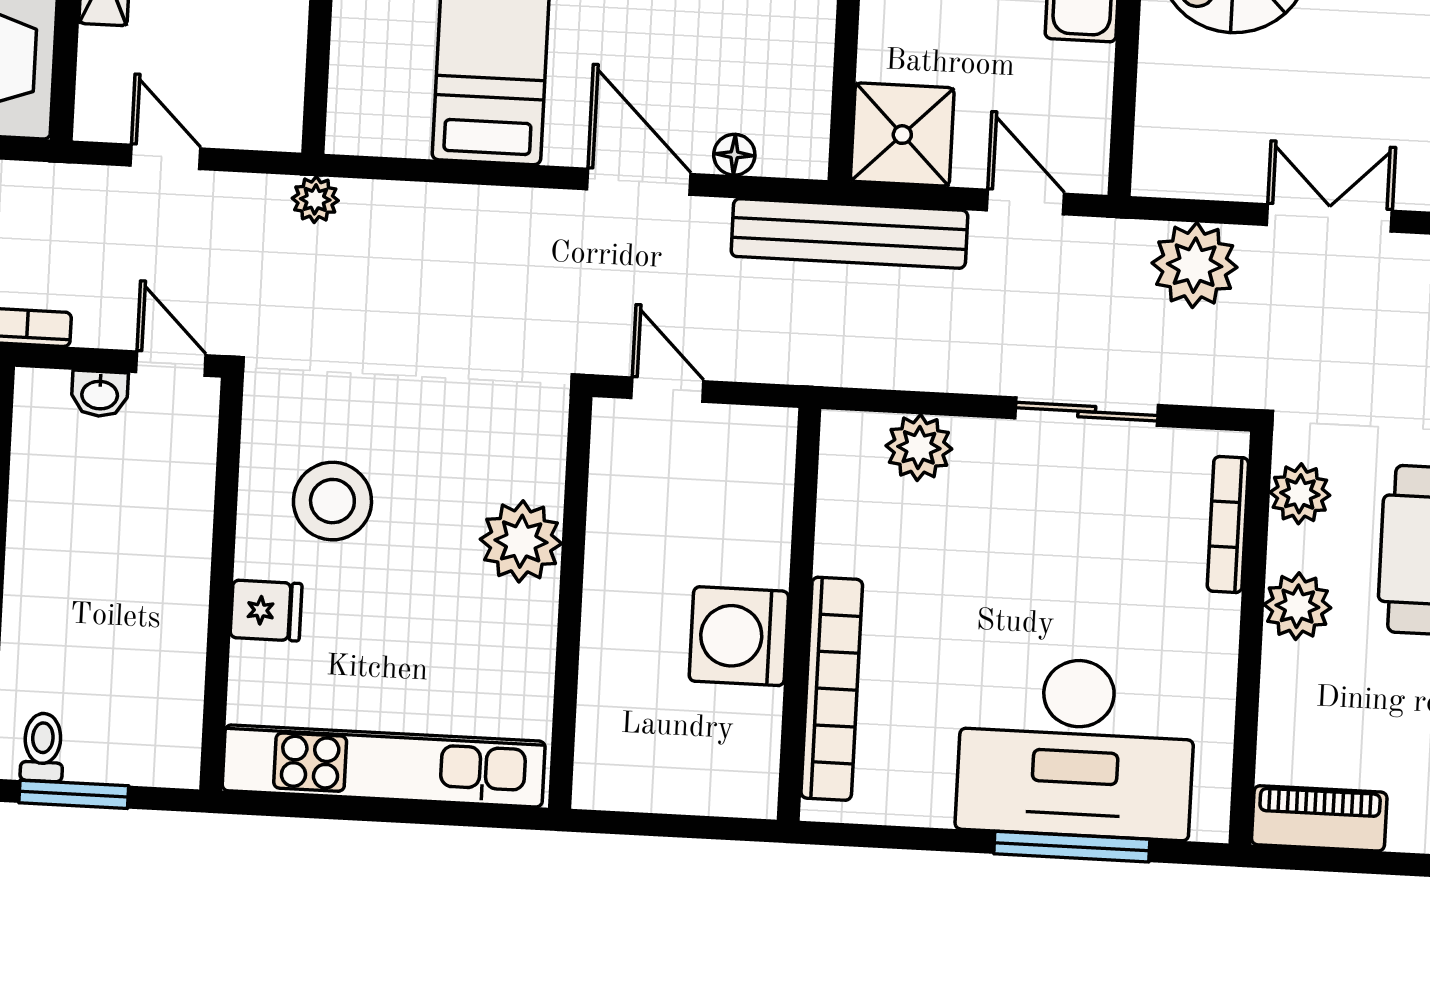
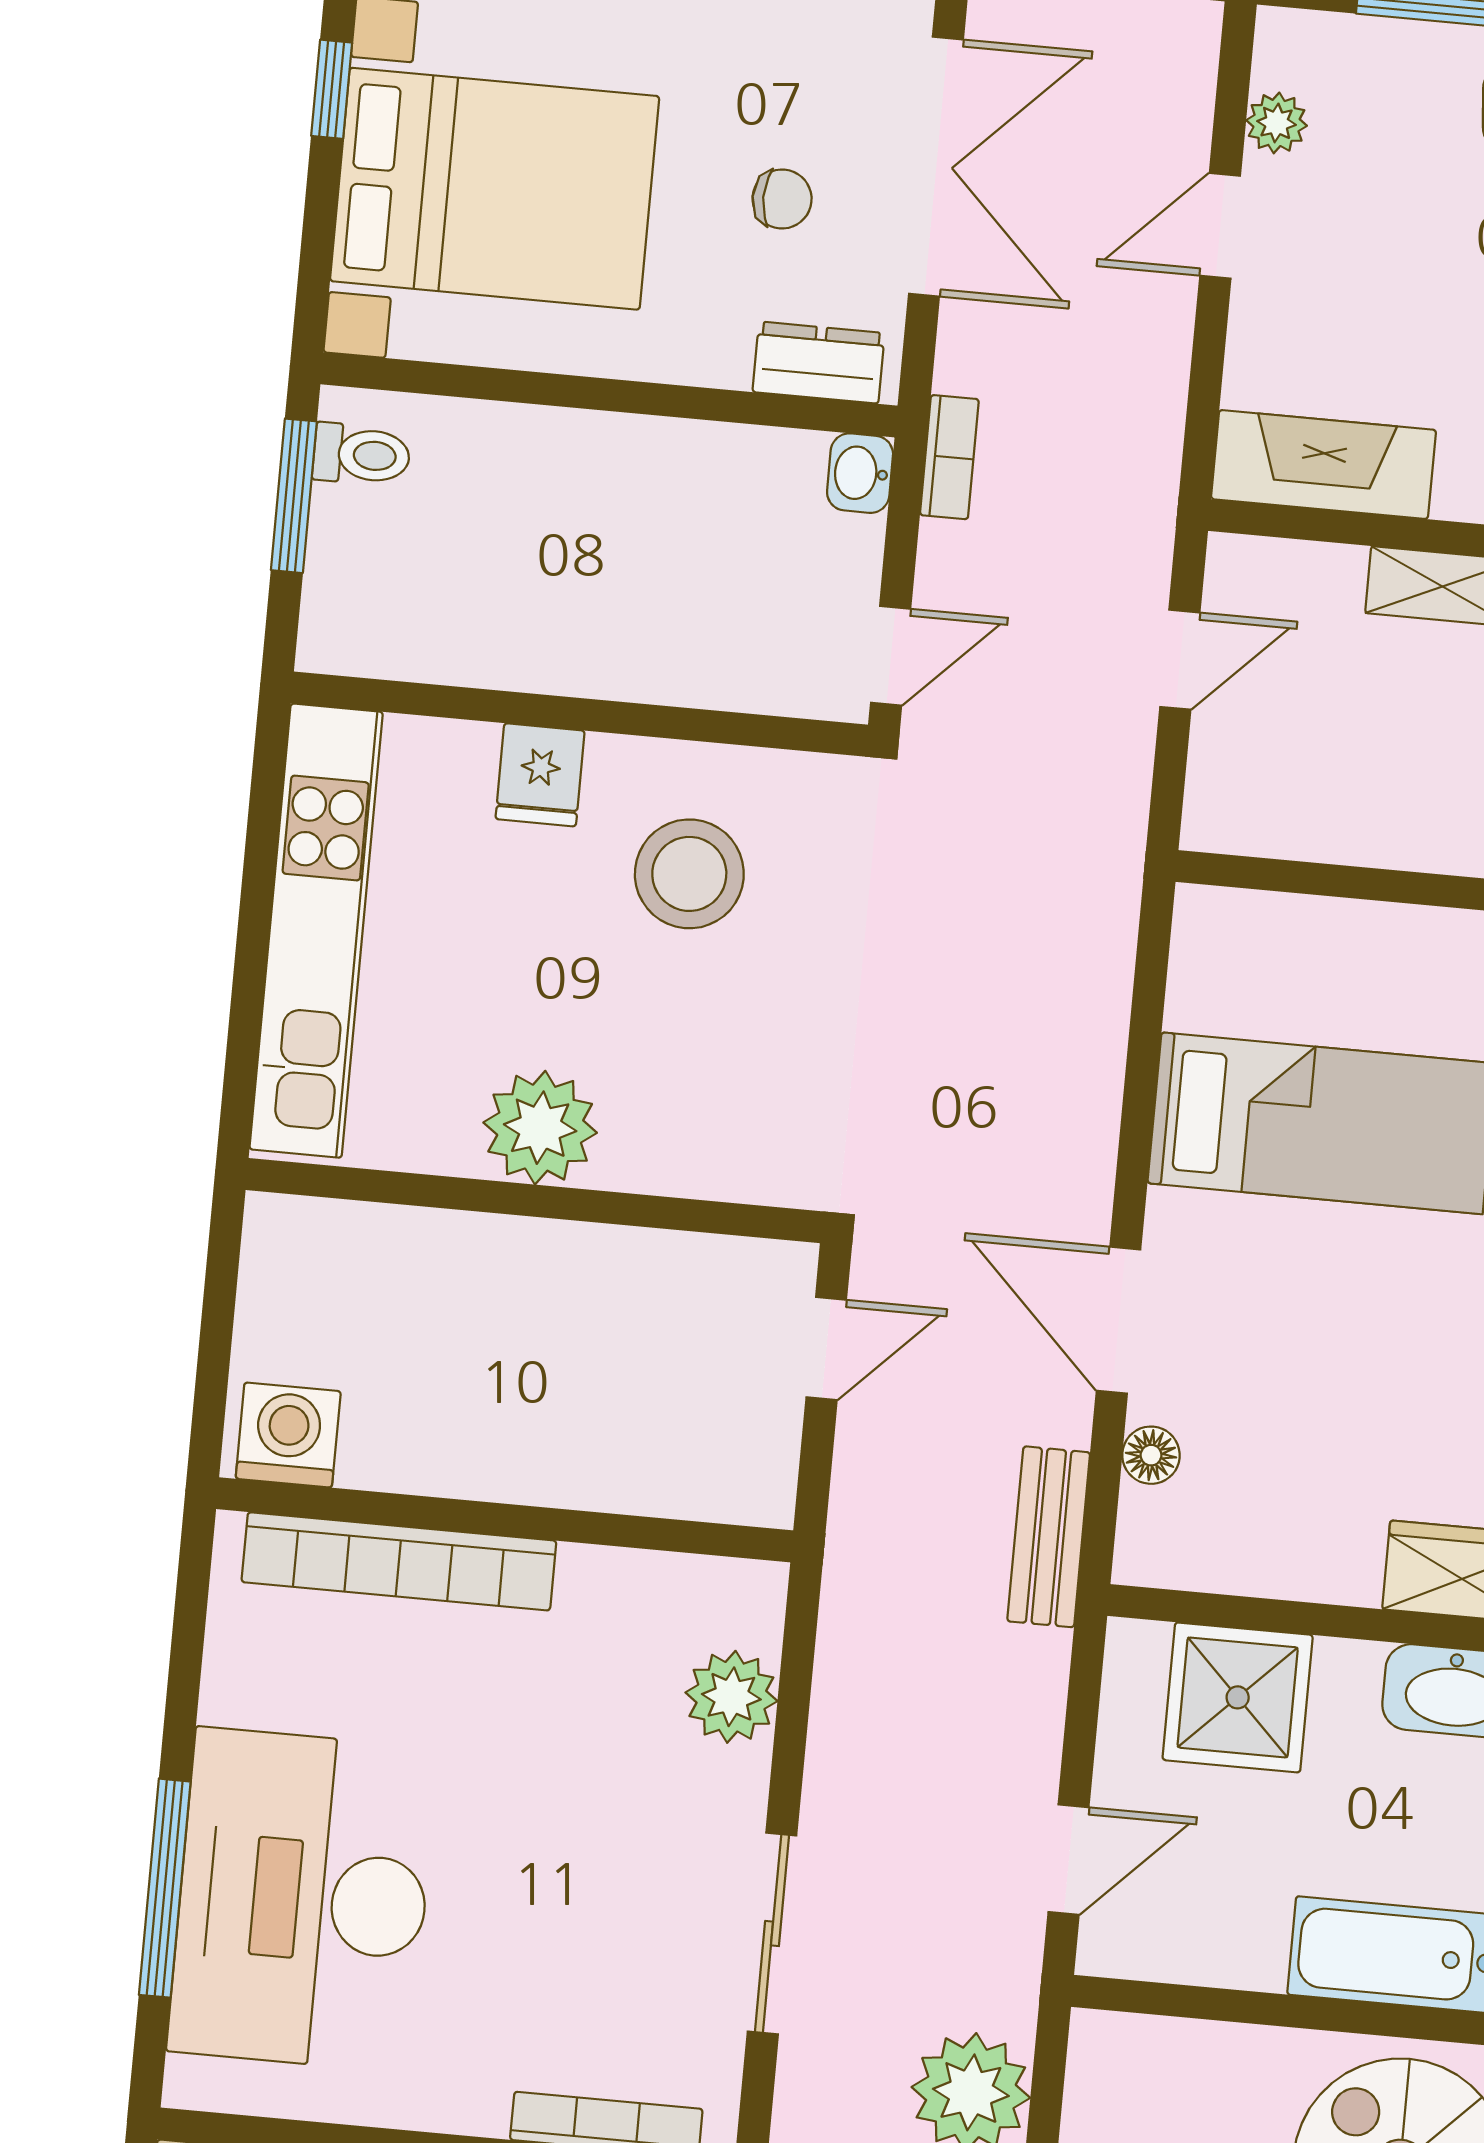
shower: (902, 135) -> (1238, 1697), moved
door: (639, 182) -> (1119, 1320), swing flipped
plant: (315, 199) -> (1112, 867), removed
bench: (850, 233) -> (1049, 1537), width x0.54, depth x0.82
washbasin: (100, 394) -> (860, 473), moved
plant: (521, 541) -> (540, 1128), moved
washing machine: (739, 636) -> (288, 1435), moved, width x0.73, depth x0.73

